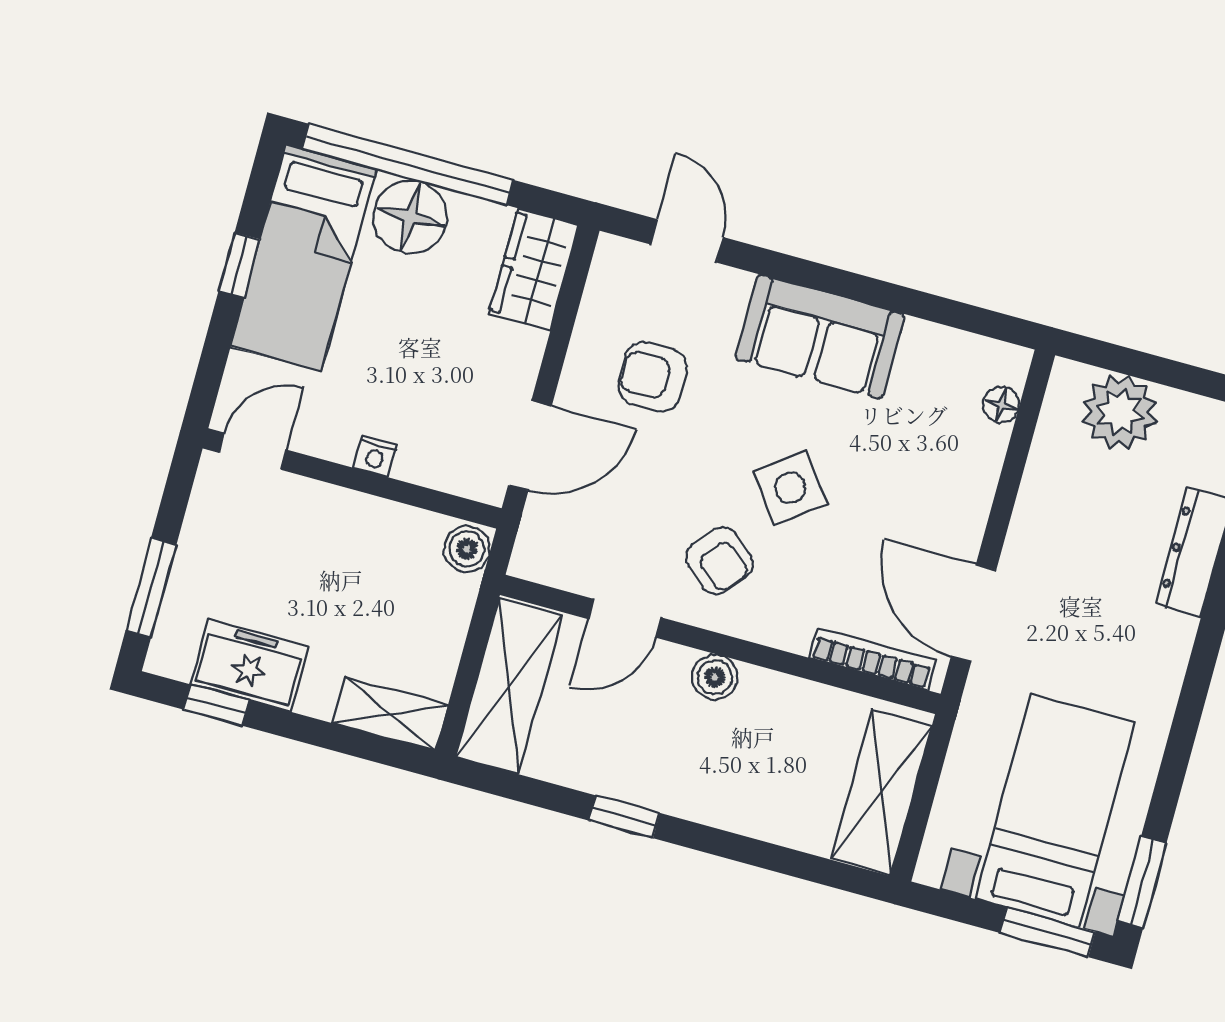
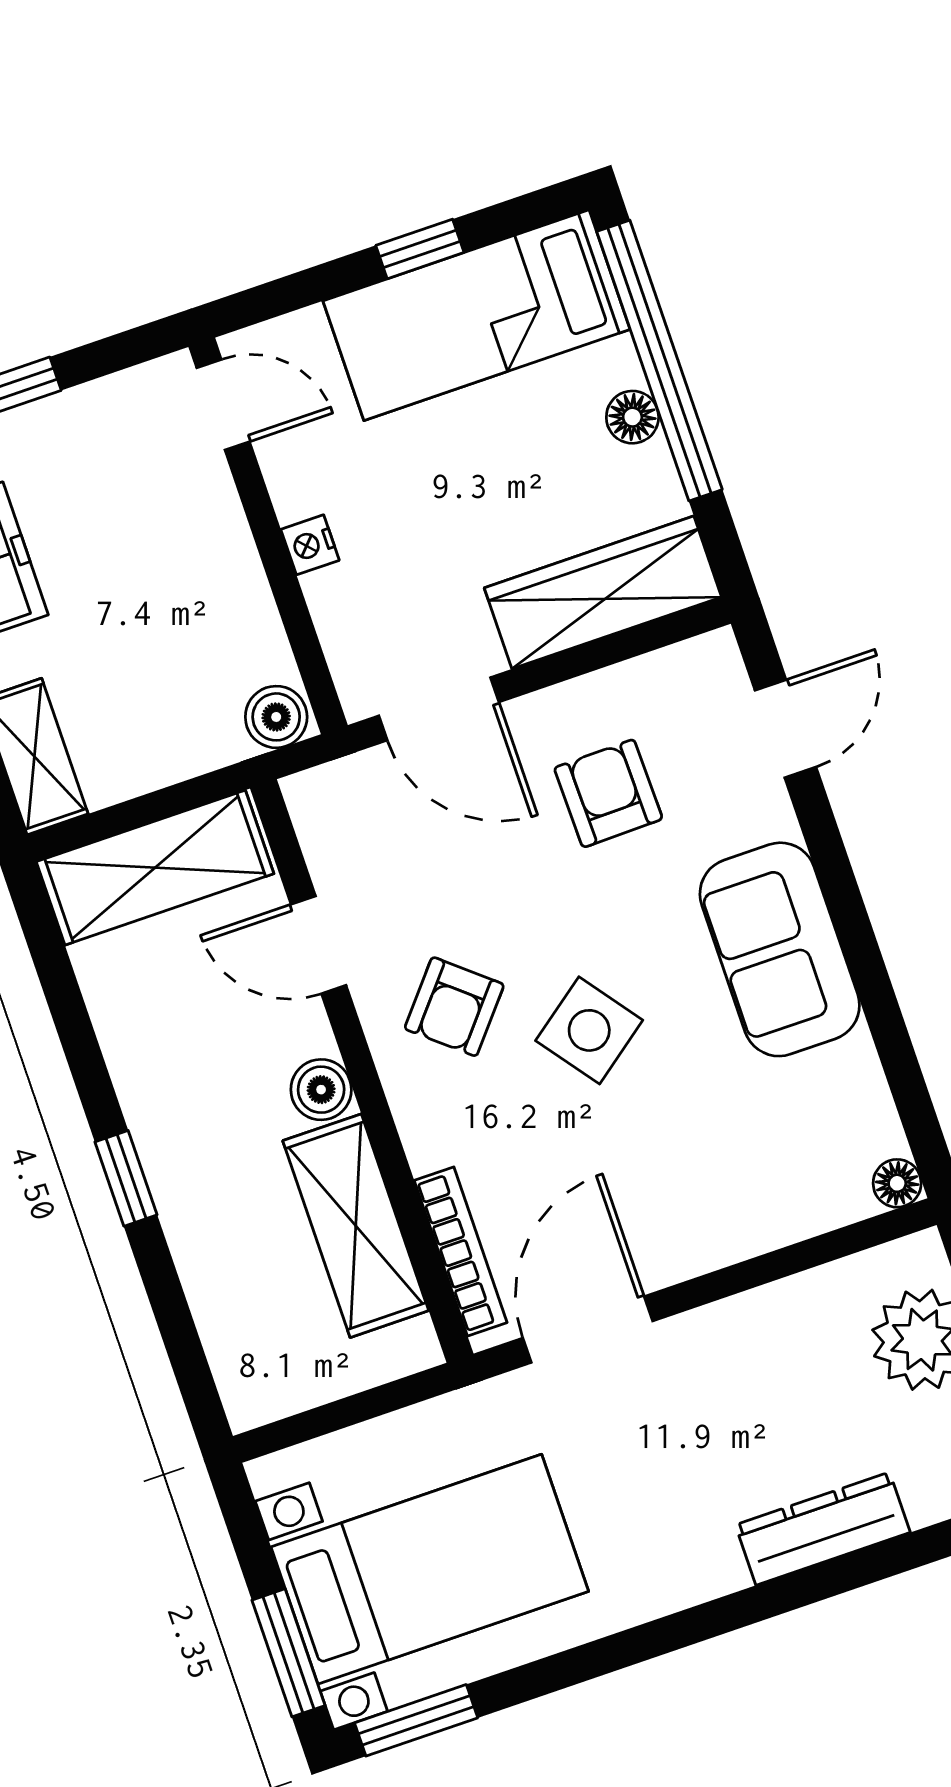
floor lamp: (410, 217) -> (632, 417), width x0.53, depth x0.53
wardrobe: (534, 270) -> (603, 592), width x1.50
floor lamp: (1001, 405) -> (897, 1183), moved
shelving: (882, 792) -> (356, 1226), moved, turned 90
window: (624, 817) -> (126, 1178), moved

